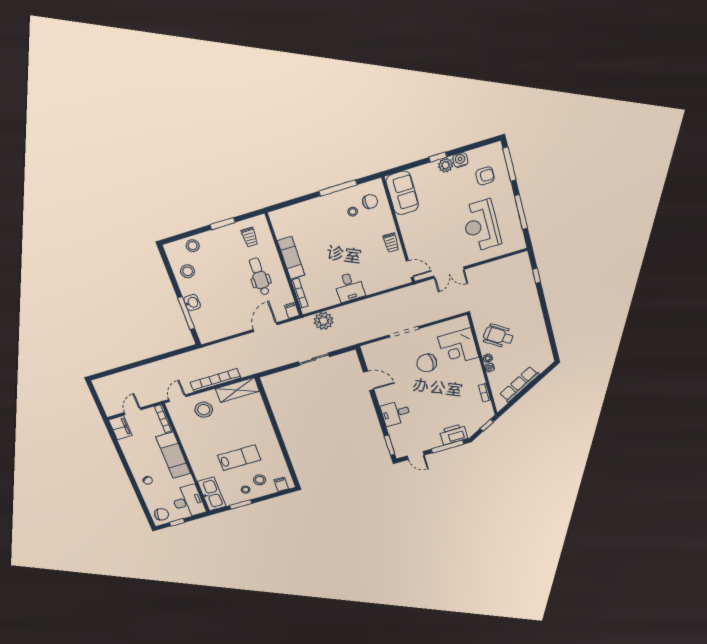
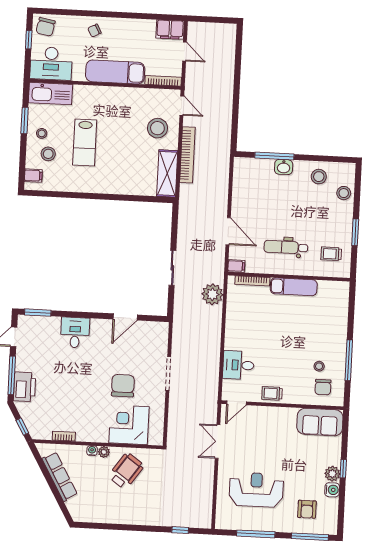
dental chair: (260, 276) -> (286, 247), turned 180
desk: (349, 287) -> (238, 365), moved

